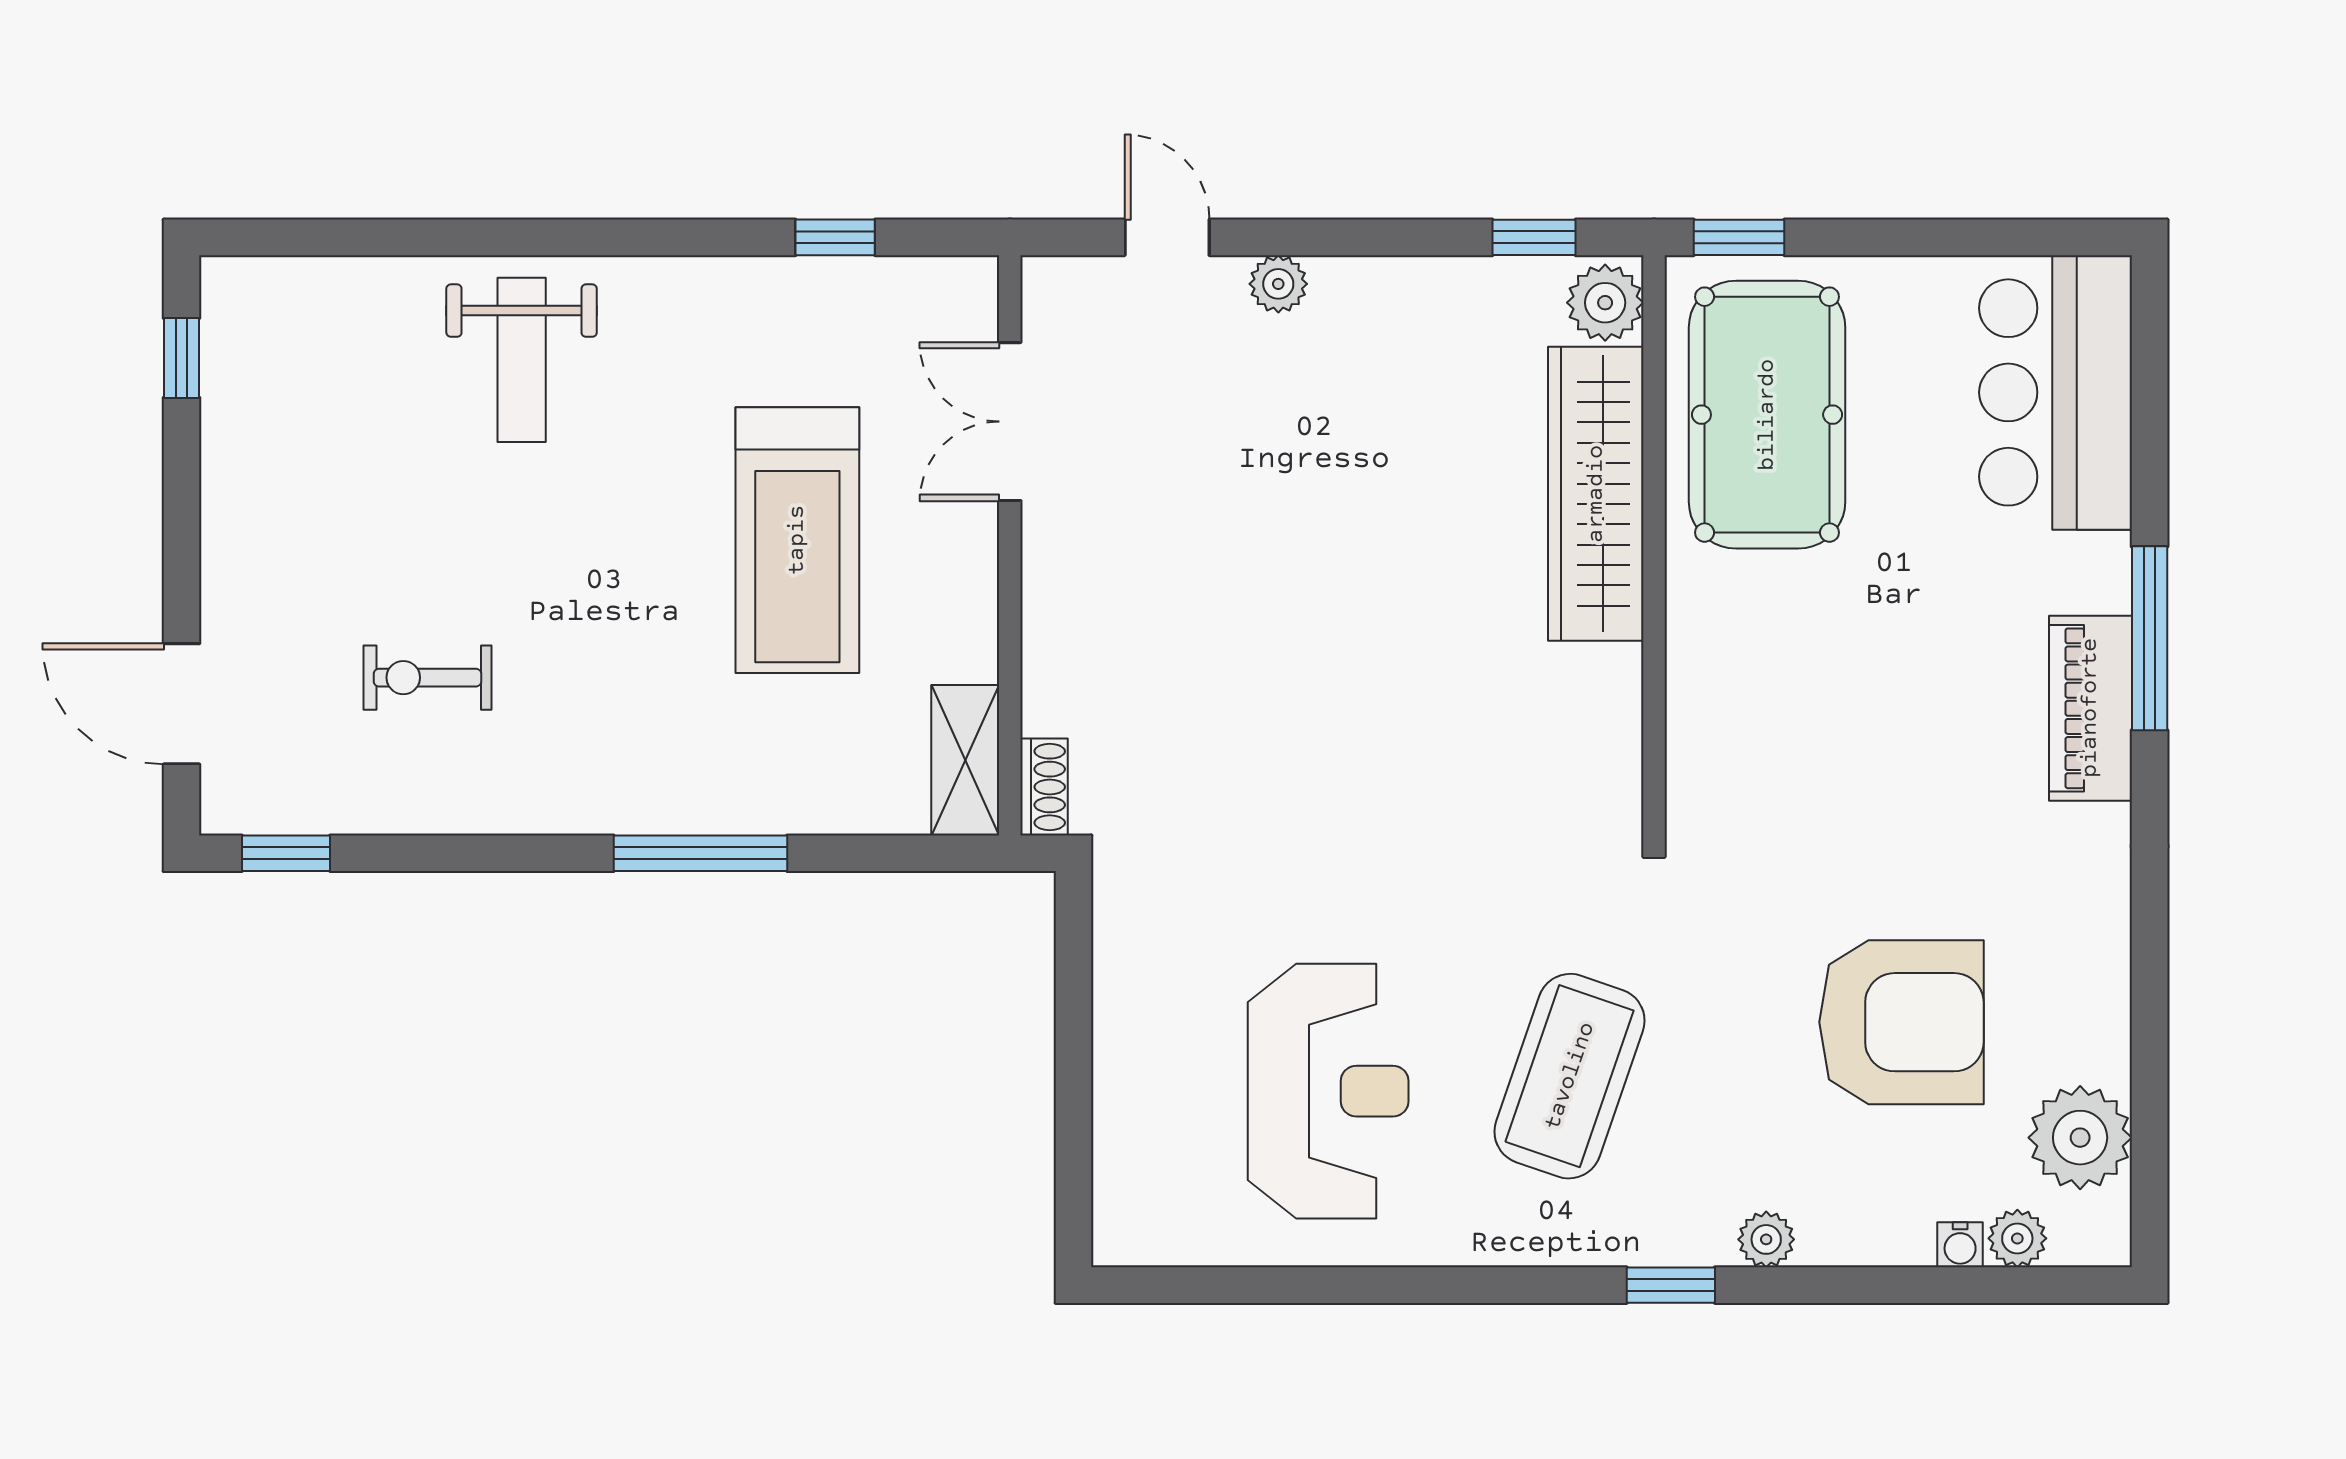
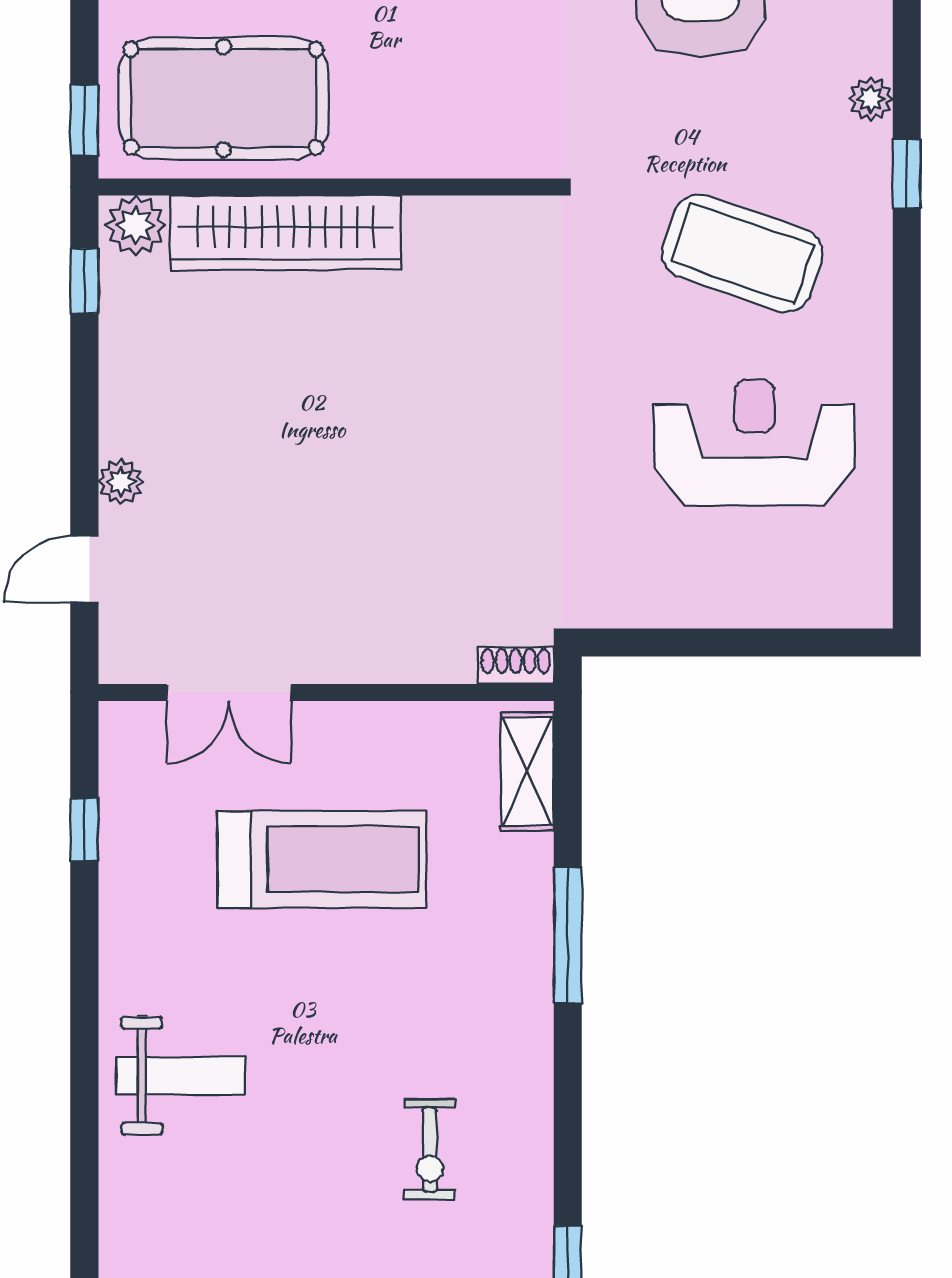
shelving: (965, 760) -> (527, 772), moved, turned 90

